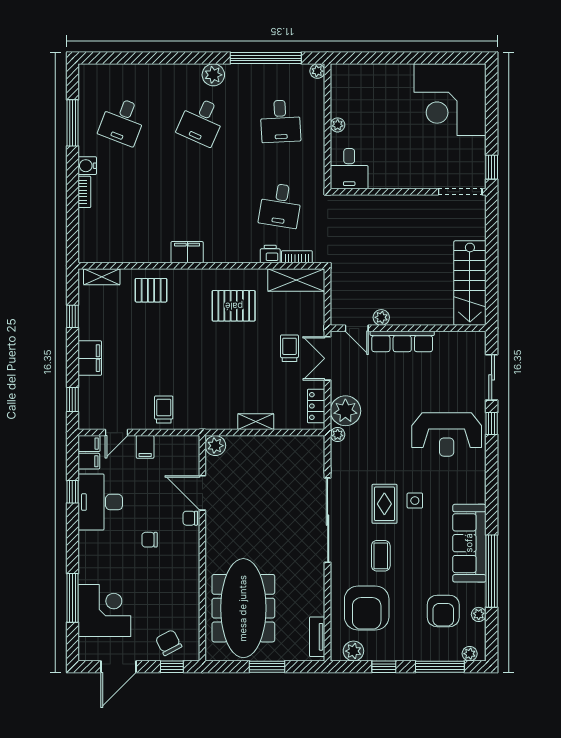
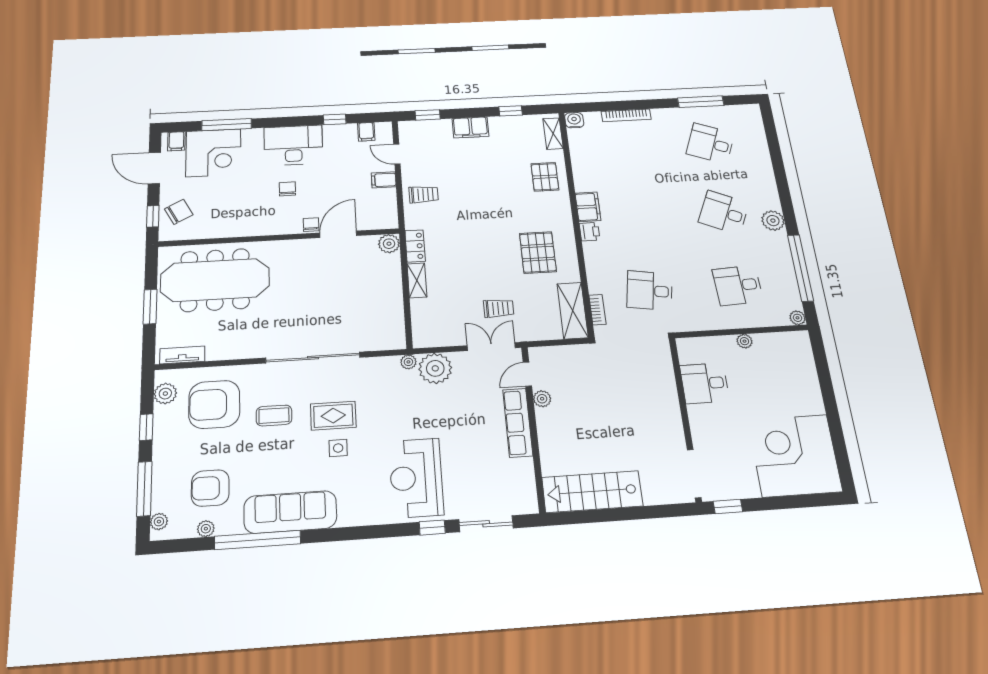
water cooler: (87, 166) -> (574, 120), moved
desk: (349, 169) -> (705, 383), moved
bookcase: (84, 192) -> (626, 115), width x1.56
printer: (270, 254) -> (590, 232), moved
locker: (316, 406) -> (415, 246), moved, turned 90
filing cabinet: (89, 444) -> (176, 141), moved
desk: (100, 502) -> (293, 145), moved

